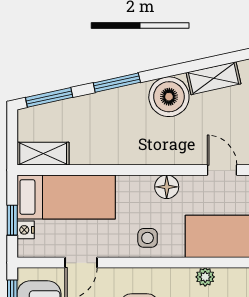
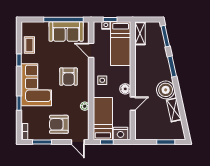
door: (222, 170) -> (133, 104), moved

